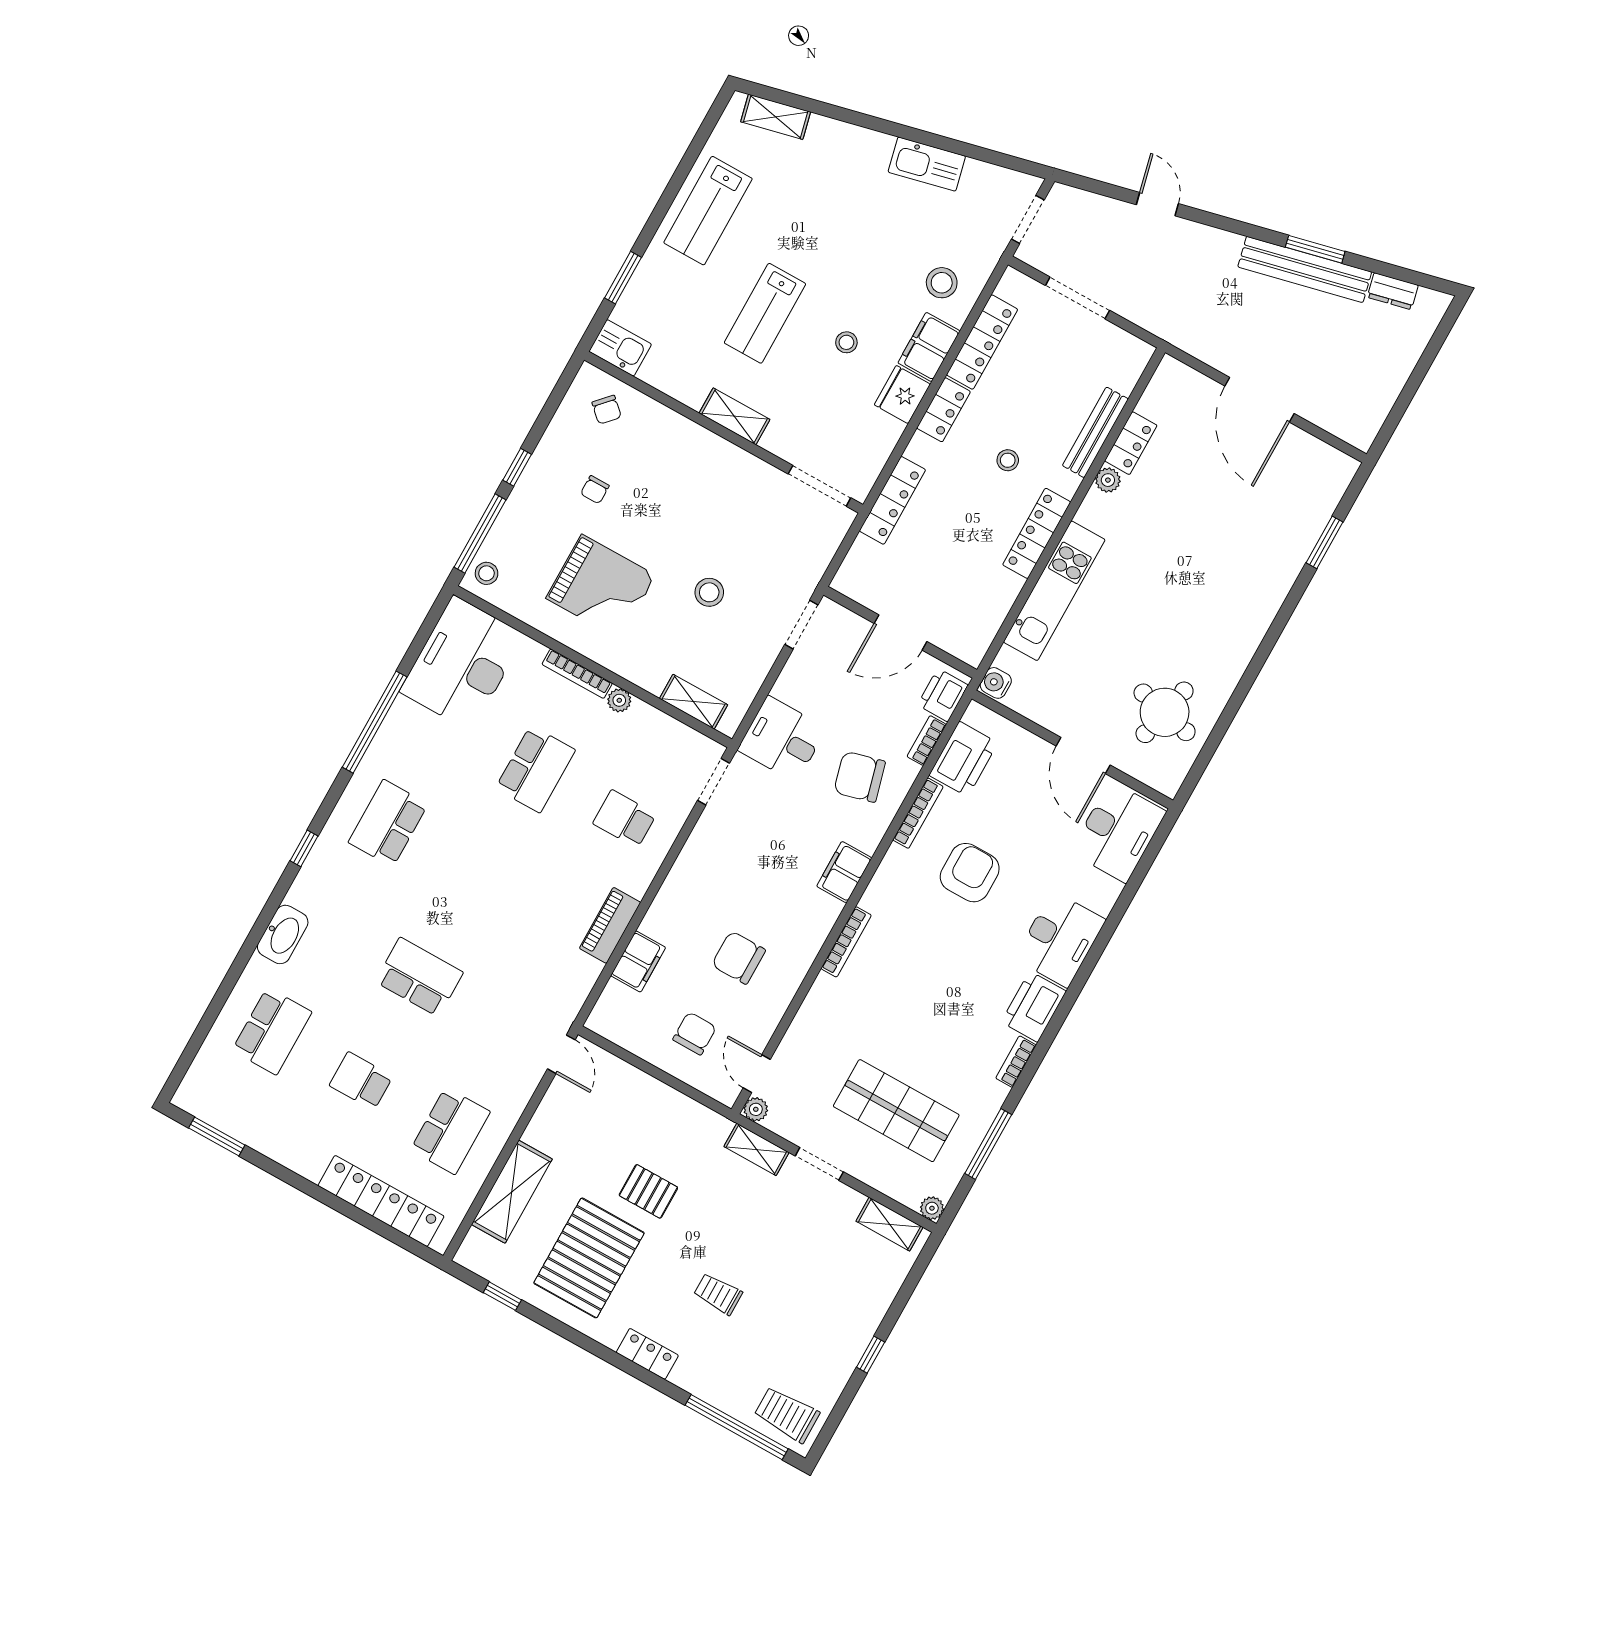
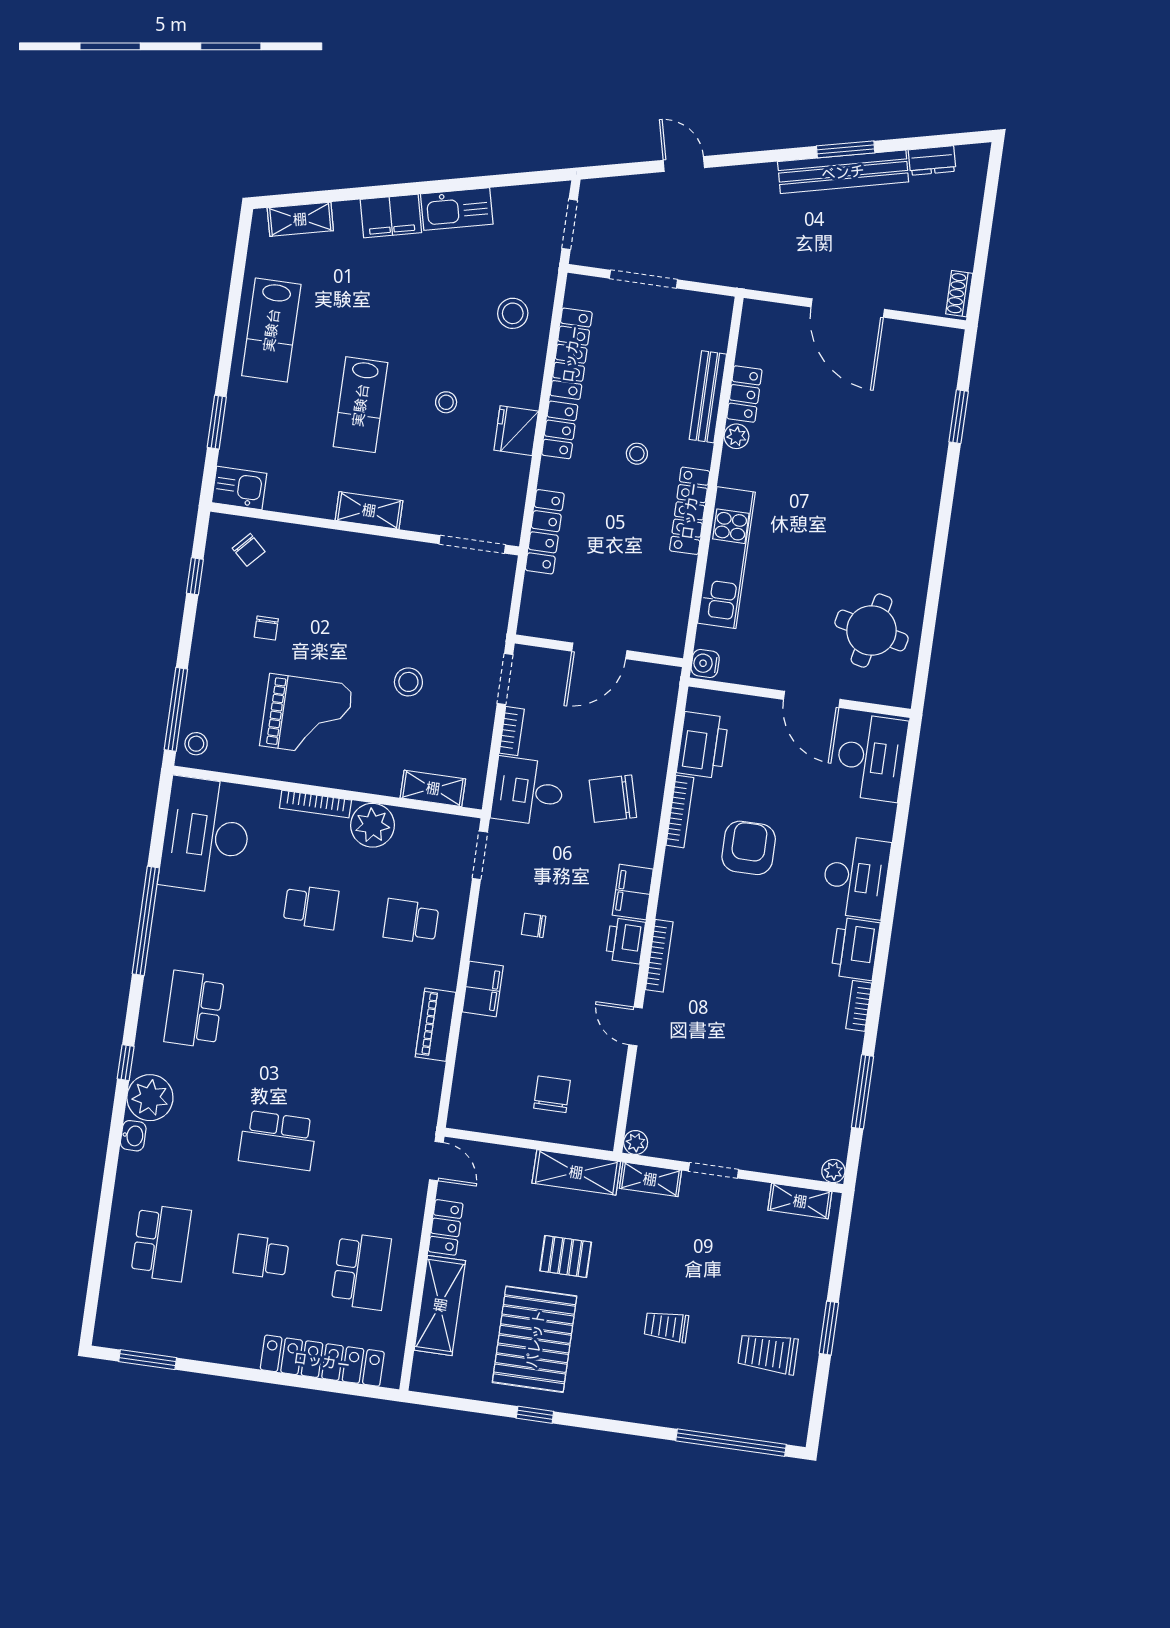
filing cabinet: (929, 347) -> (391, 216), moved, turned -103
shoe rack: (1370, 427) -> (959, 294), added
window: (517, 467) -> (195, 576), moved
printer: (943, 695) -> (625, 941), moved
plant: (619, 700) -> (373, 825), width x1.88, depth x1.88
bookcase: (927, 741) -> (512, 731), moved, turned 180
school desk: (535, 769) -> (311, 907), width x0.54
plant: (314, 890) -> (150, 1098), added
washbasin: (283, 934) -> (133, 1136), width x0.52, depth x0.69
chair: (739, 958) -> (534, 925), moved, width x0.54, depth x0.54
filing cabinet: (638, 962) -> (483, 989), moved
school desk: (419, 977) -> (278, 1140), turned 180
door: (757, 1074) -> (635, 1026), moved
shop shelf: (896, 1111) -> (766, 1094), removed
shelving: (689, 1116) -> (576, 1172), added
window: (502, 1296) -> (535, 1415), moved
locker: (647, 1354) -> (446, 1227), moved, turned 90
window: (871, 1355) -> (829, 1328), width x1.50
trolley: (787, 1415) -> (768, 1353), moved

